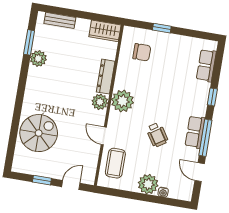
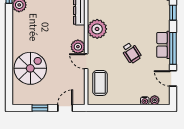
plant: (100, 102) -> (78, 47), moved
plant: (148, 184) -> (155, 100), moved, width x0.53, depth x0.53

